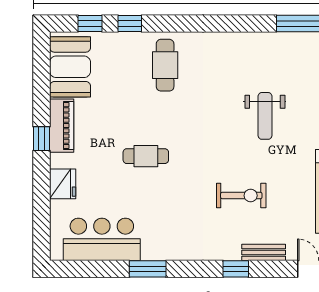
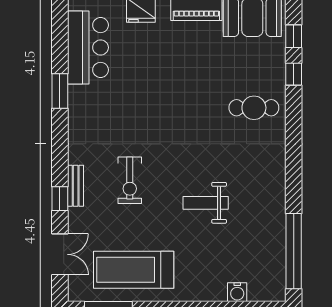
cafe table: (146, 156) -> (167, 89), removed
bench: (264, 252) -> (76, 186), moved
window: (236, 269) -> (60, 199), moved

